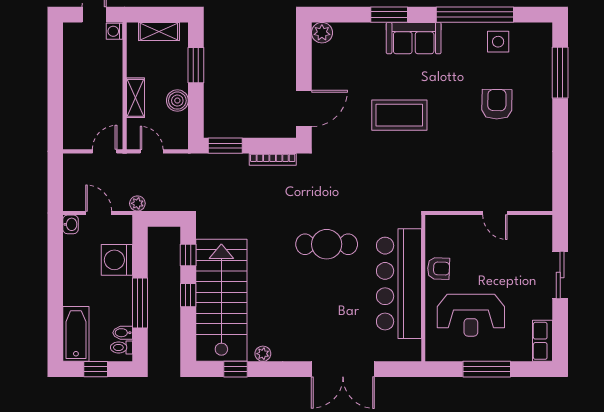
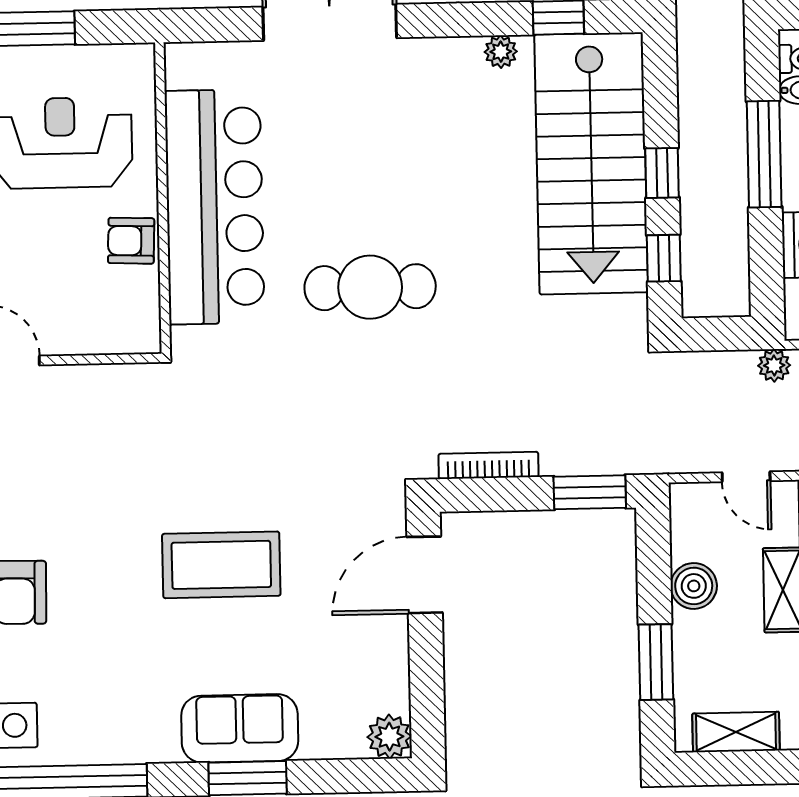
sofa: (414, 38) -> (240, 728), moved

